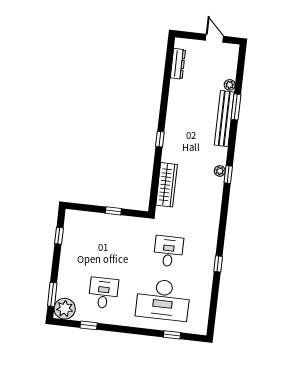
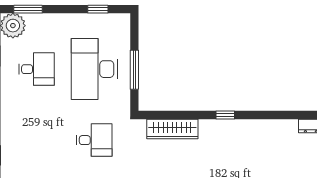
window: (113, 211) -> (134, 70), width x2.17
desk: (163, 300) -> (94, 69), moved

